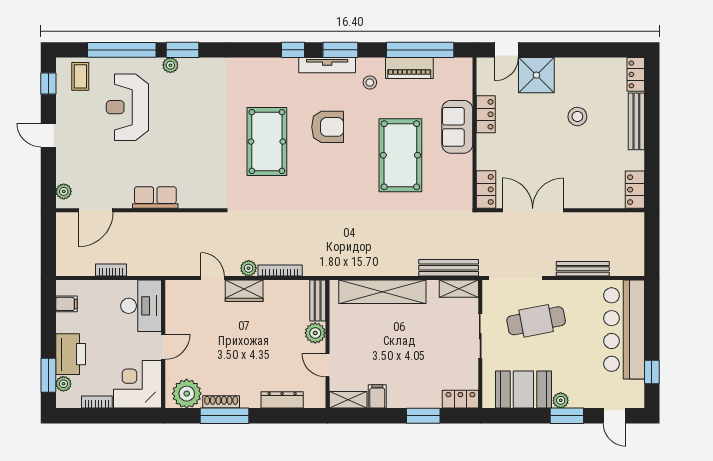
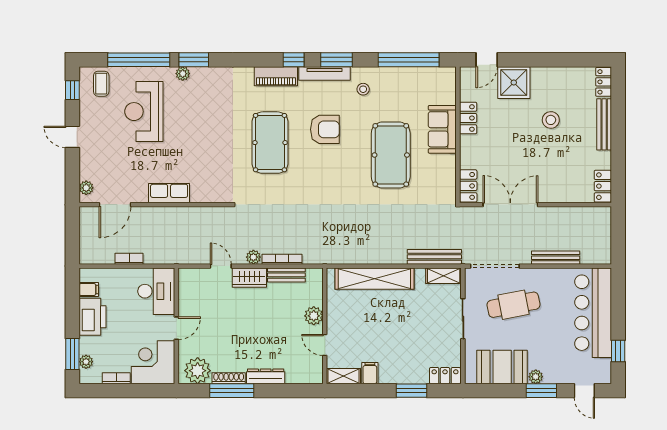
piano: (409, 68) -> (276, 76), moved
bench: (318, 301) -> (286, 275), moved, turned 90
printer: (71, 354) -> (93, 317), moved
dresser: (282, 400) -> (266, 376), moved

